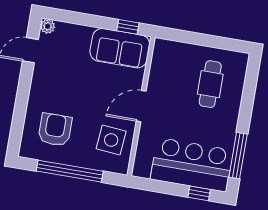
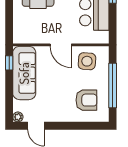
sofa: (120, 48) -> (24, 73), width x1.36
armchair: (55, 130) -> (86, 100), turned 180

